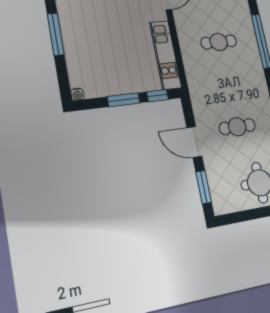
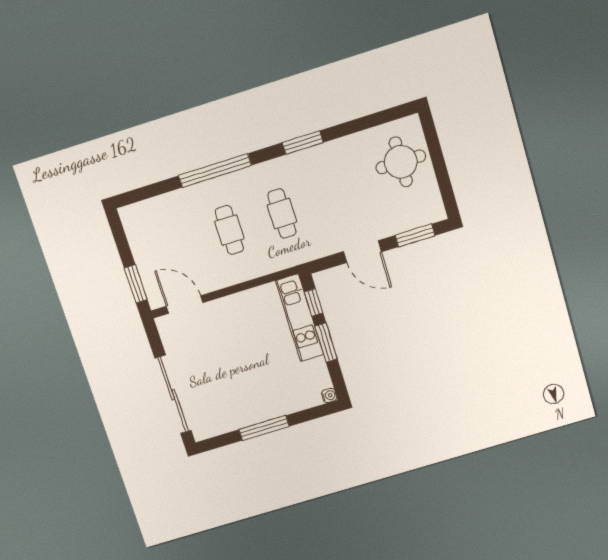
kitchen unit: (166, 55) -> (300, 318), moved, turned 90
cafe table: (237, 127) -> (282, 214), moved
door: (194, 142) -> (362, 252), hinge flipped

